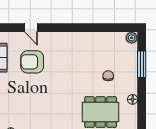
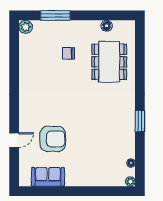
armchair: (32, 62) -> (53, 139), turned -90
floor lamp: (133, 99) -> (107, 26), moved

